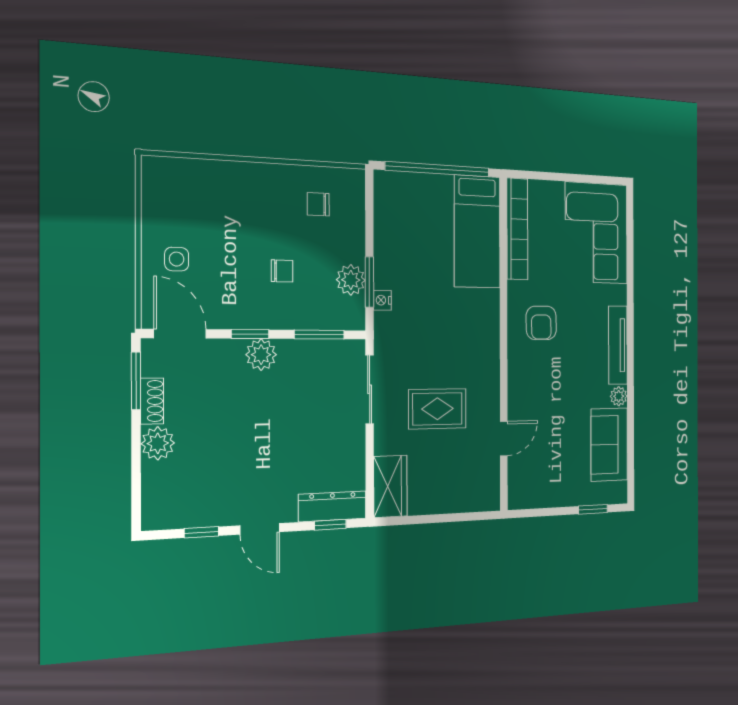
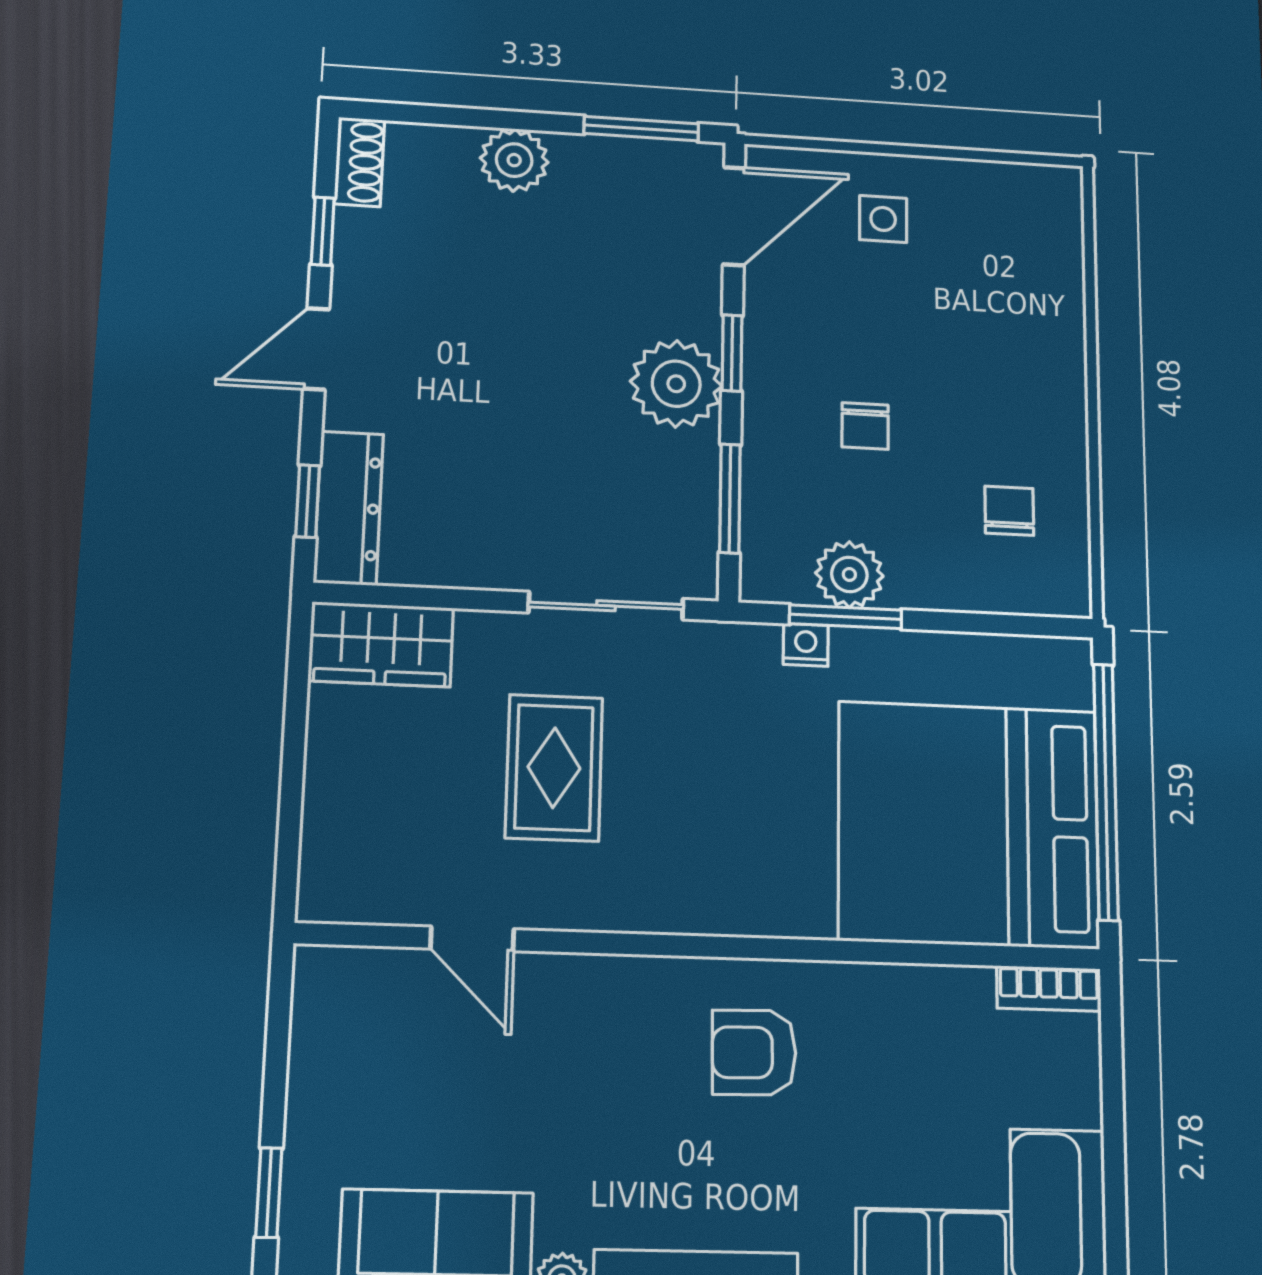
bookcase: (517, 229) -> (1049, 989), width x0.43, depth x0.76
bed: (477, 232) -> (969, 825), width x2.04
plant: (261, 355) -> (676, 384), width x1.36, depth x1.36
shoe rack: (152, 401) -> (359, 162), moved, turned -90

